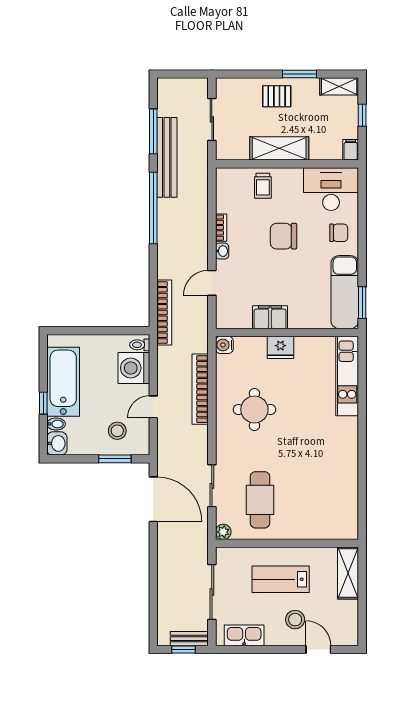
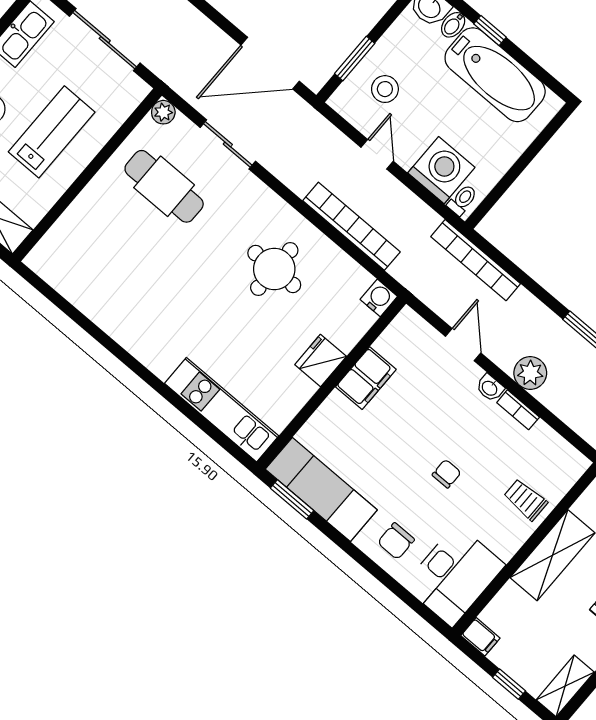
chair: (283, 236) -> (447, 474), width x0.54, depth x0.54
plant: (197, 237) -> (530, 373), added

